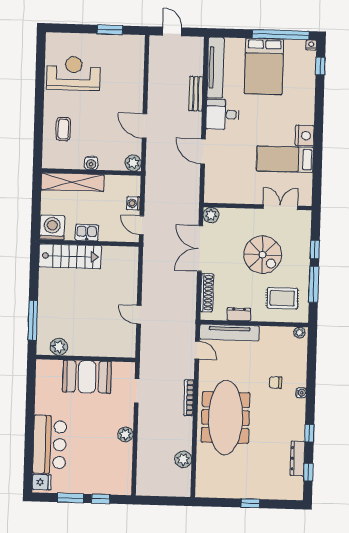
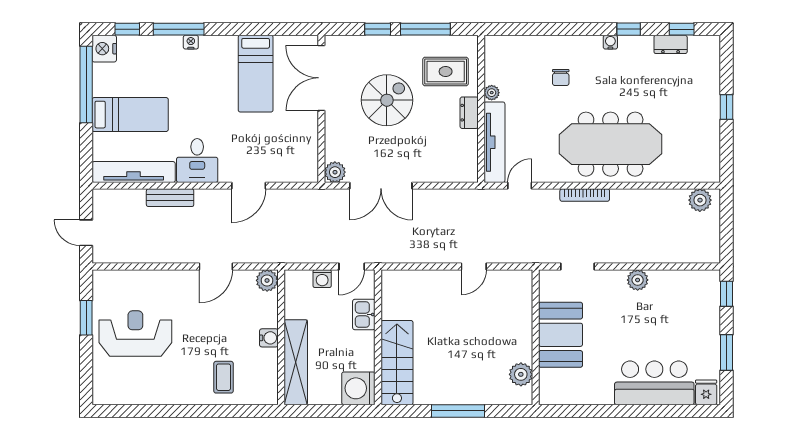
door: (172, 31) -> (86, 233), hinge flipped
nightstand: (311, 45) -> (104, 49), width x1.89, depth x1.79
bed: (264, 66) -> (130, 115), width x0.67
reception desk: (74, 73) -> (135, 334), moved, turned 90
window: (319, 104) -> (179, 29), added
coffee table: (63, 129) -> (224, 377), turned 90
nightstand: (305, 136) -> (191, 42), moved, width x0.53, depth x0.56
double door: (280, 207) -> (321, 78), width x1.37
kitchen sink: (87, 233) -> (364, 315), moved
shoe rack: (207, 293) -> (441, 175), removed
rug: (282, 298) -> (446, 72), turned 90
dresser: (239, 314) -> (469, 113), moved
window: (33, 320) -> (458, 411), moved
plant: (299, 333) -> (492, 93), moved
water cooler: (301, 393) -> (610, 42), moved
dresser: (297, 458) -> (671, 44), width x0.70
plant: (183, 459) -> (700, 200), moved
window: (101, 499) -> (727, 294), moved

